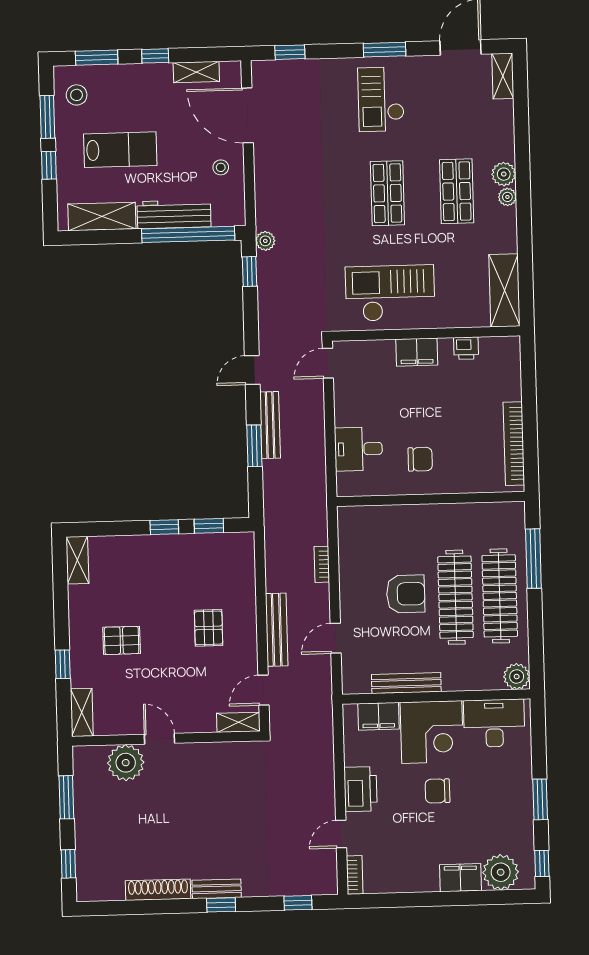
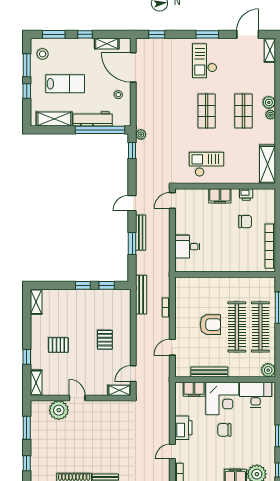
checkout: (390, 293) -> (207, 164), width x0.73, depth x0.83
chair: (420, 459) -> (245, 222), moved
bench: (277, 630) -> (141, 295), moved

